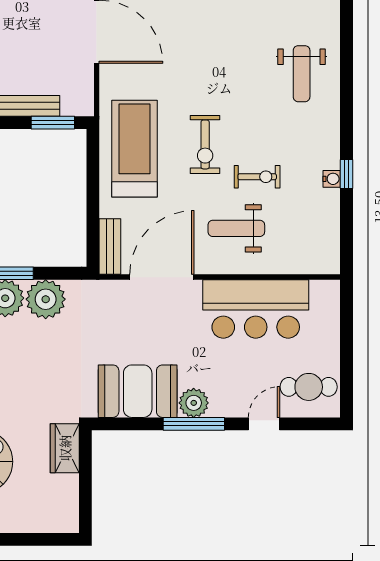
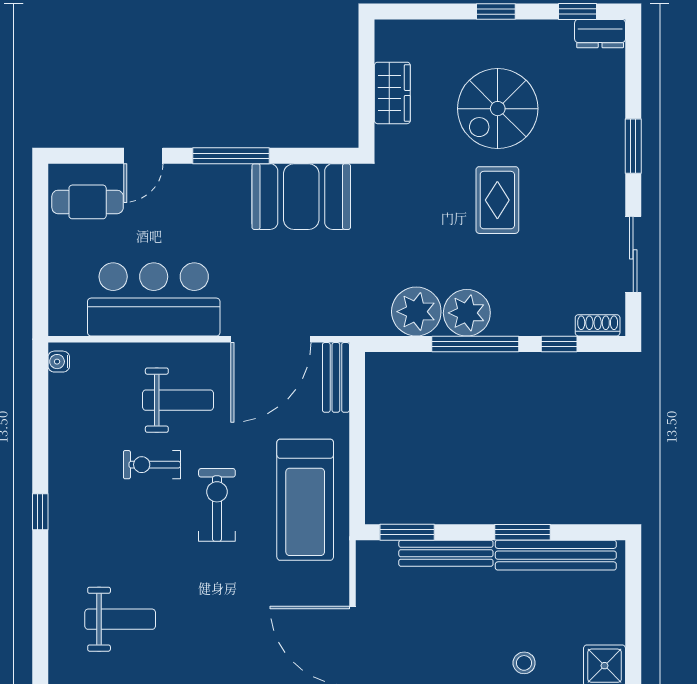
weight bench: (302, 74) -> (120, 619), moved, turned 90
window: (346, 174) -> (40, 512), moved
water cooler: (332, 179) -> (59, 362), moved
plant: (194, 403) -> (231, 182), removed
wardrobe: (65, 448) -> (392, 93), moved

